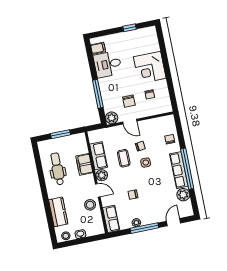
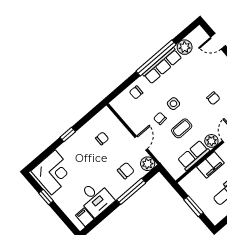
corner desk: (150, 68) -> (53, 172), moved
window: (167, 70) -> (68, 135), added
chair: (129, 101) -> (126, 171), moved

